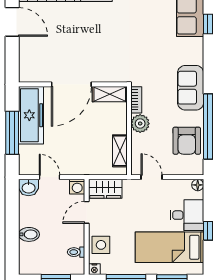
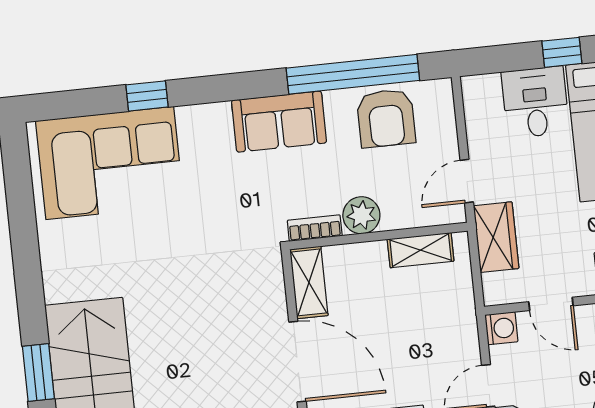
armchair: (187, 141) -> (386, 118), turned 90
floor lamp: (198, 185) -> (473, 87), removed
wardrobe: (105, 189) -> (496, 237), moved

